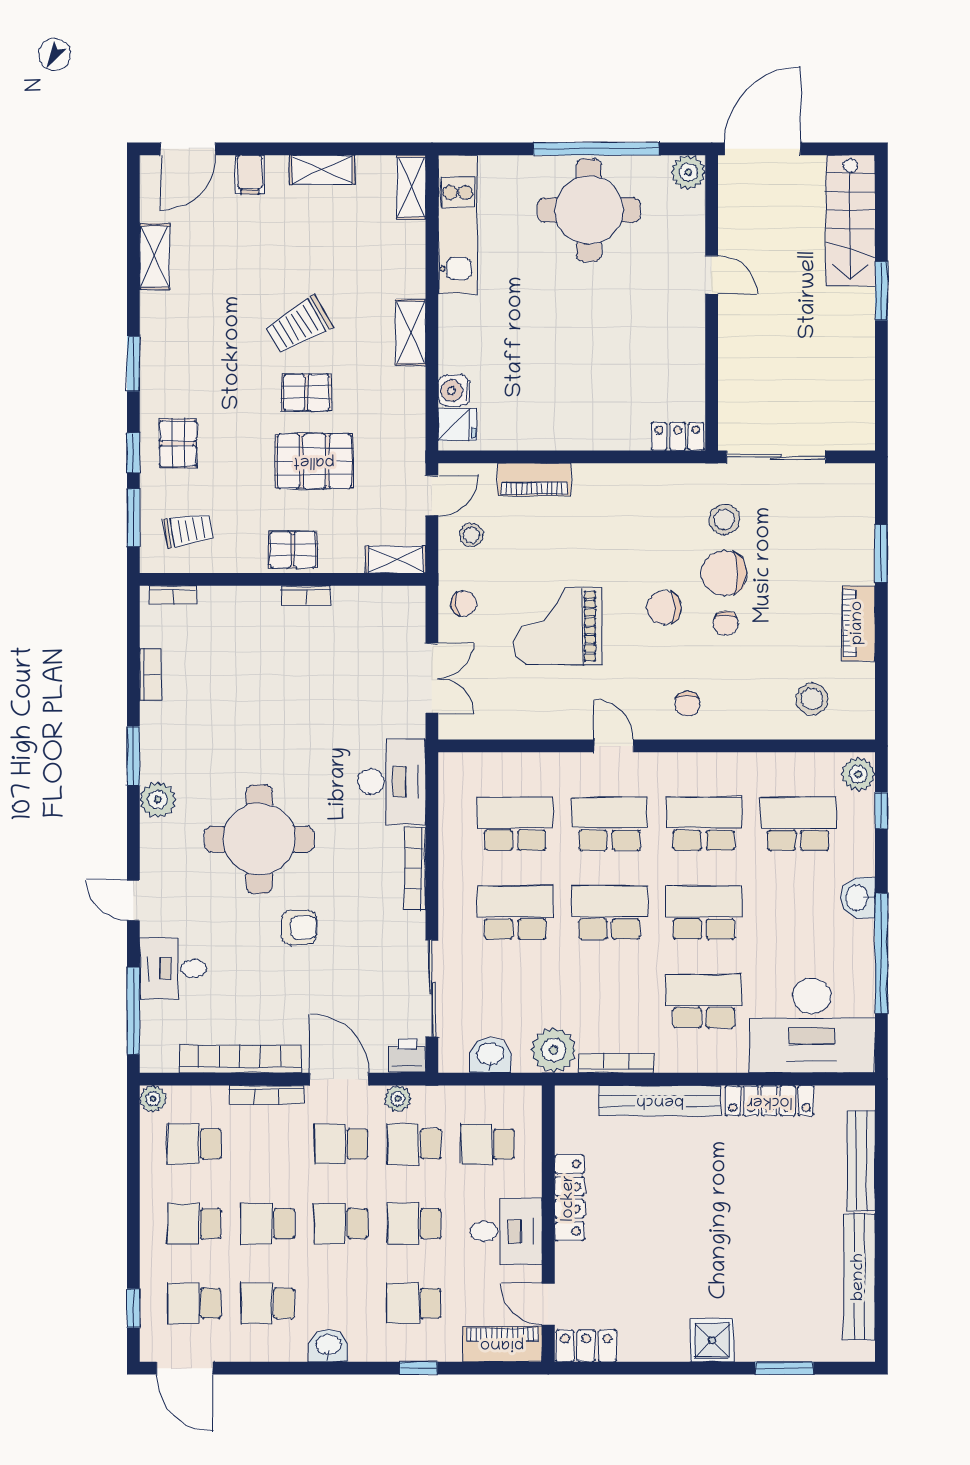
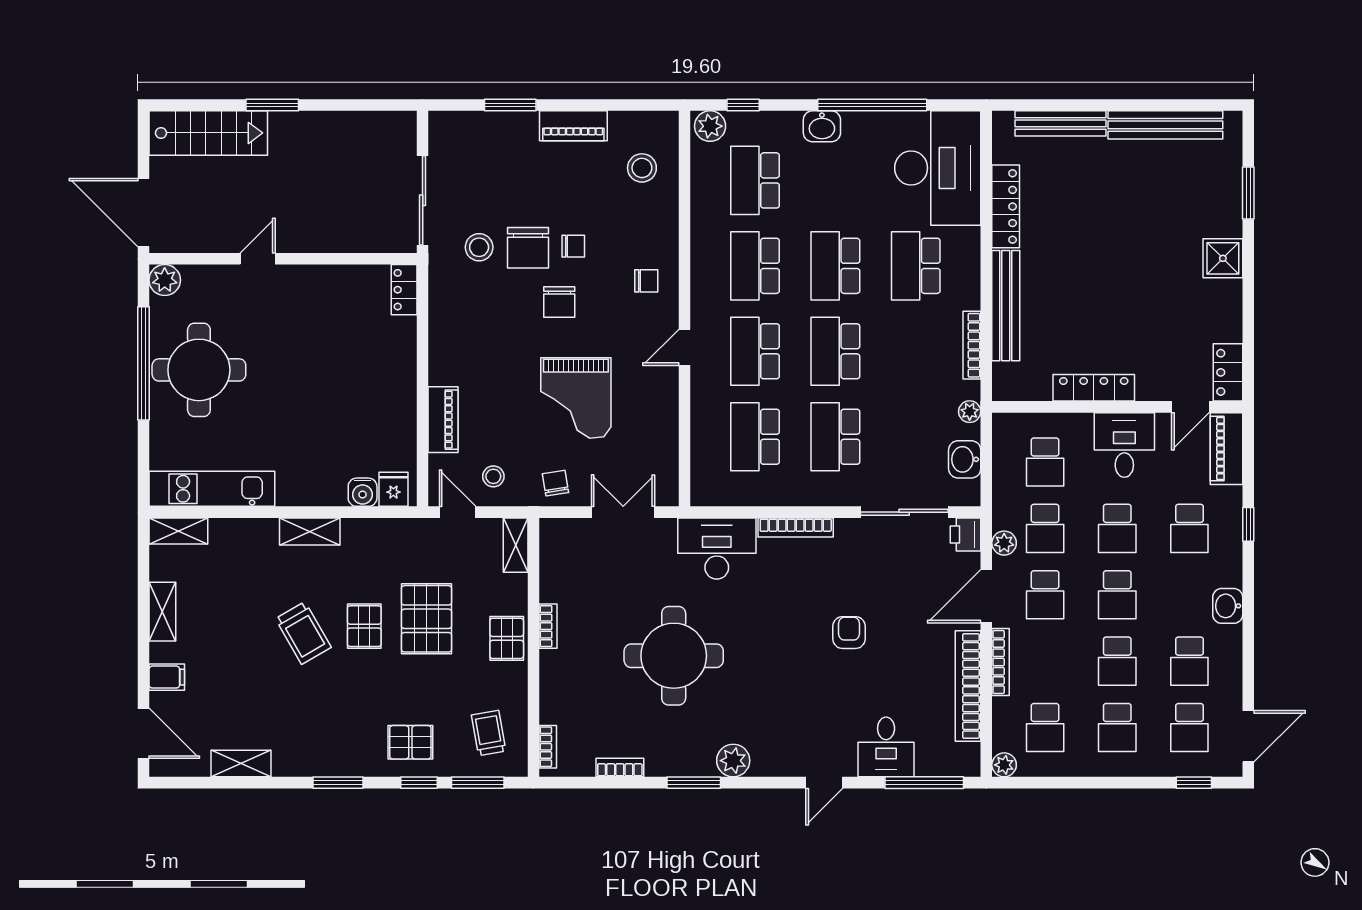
round table: (259, 839) -> (674, 656), moved
plant: (554, 1050) -> (970, 412), width x0.53, depth x0.53

